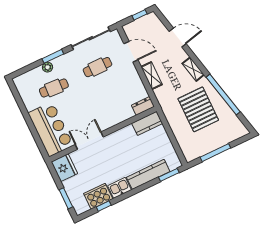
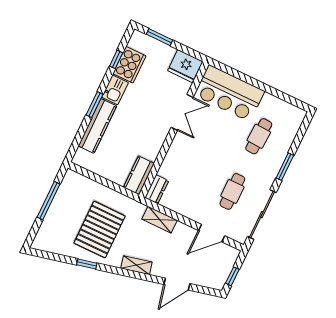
plant: (47, 67) -> (282, 152), removed
shelving: (152, 76) -> (159, 220), moved
window: (223, 94) -> (87, 264), width x0.32
pallet: (198, 109) -> (100, 230), turned 90
window: (169, 175) -> (94, 105), moved

